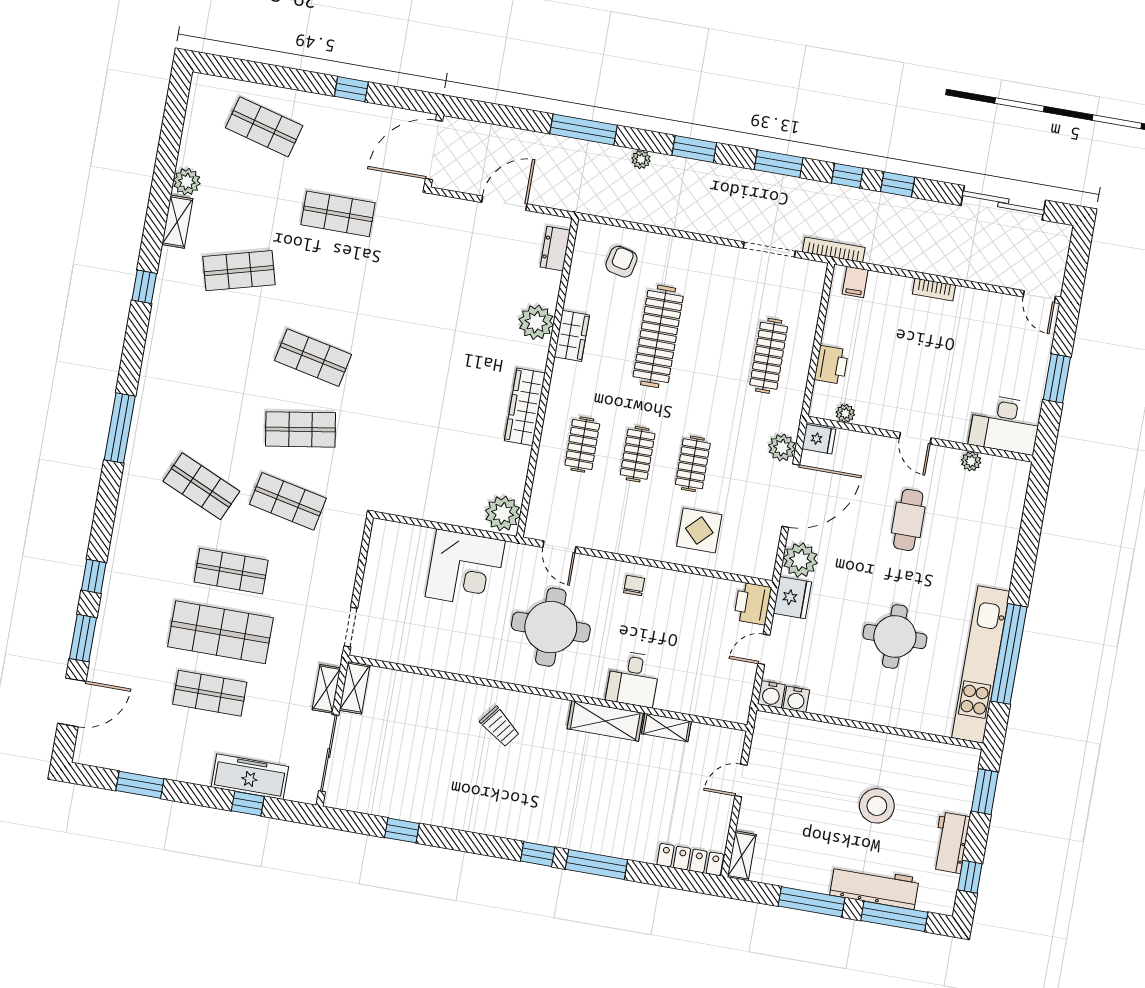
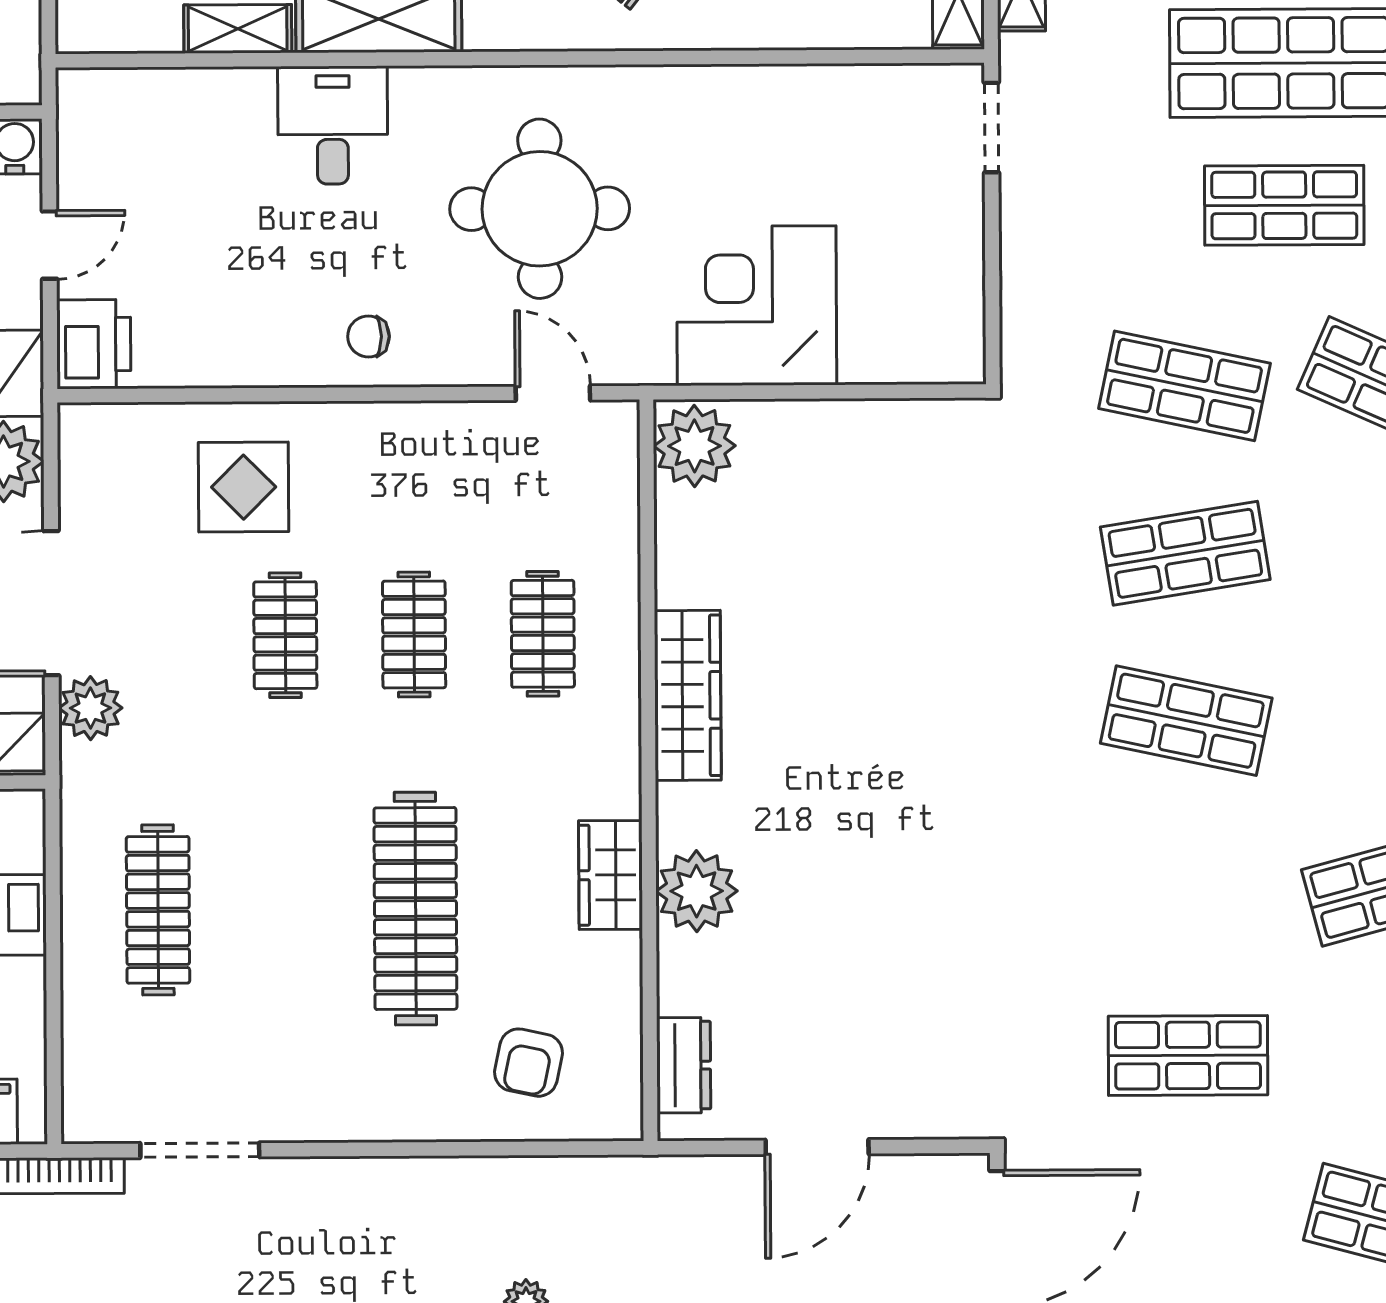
chair: (634, 586) -> (368, 336), turned 90

